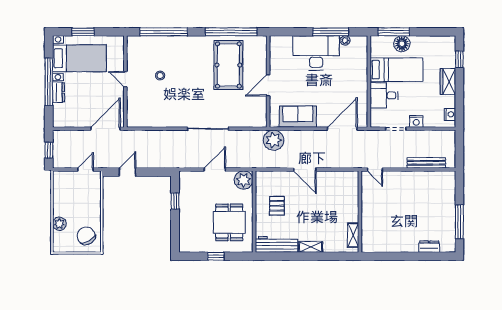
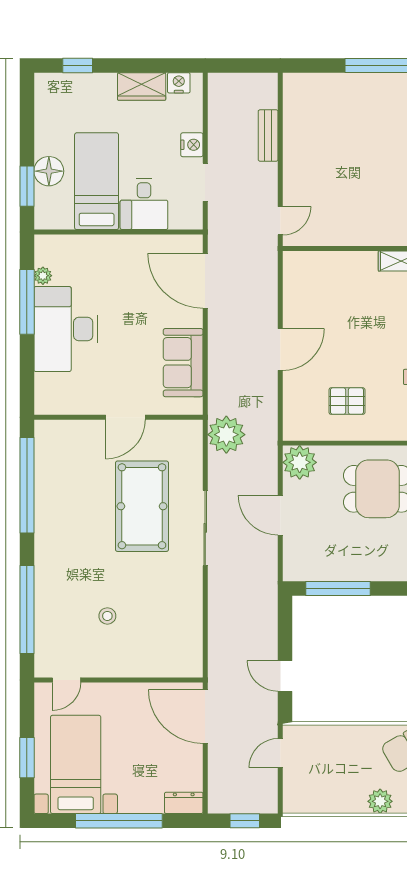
window: (394, 32) -> (27, 186), width x0.69
pool table: (228, 65) -> (142, 506), moved, turned 90
door: (125, 79) -> (67, 680), moved
wardrobe: (448, 82) -> (142, 86), moved
door: (268, 85) -> (125, 417), hinge flipped
dresser: (59, 92) -> (184, 803), moved
plant: (274, 140) -> (226, 435), moved
bench: (426, 163) -> (268, 135), width x0.73
door: (86, 170) -> (280, 753), hinge flipped
window: (175, 201) -> (338, 589), width x2.17

